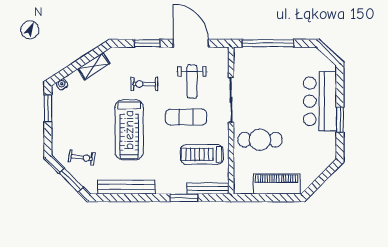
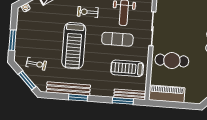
window: (48, 108) -> (12, 40), moved
piano: (277, 184) -> (167, 94), moved
window: (140, 198) -> (78, 98), added
window: (184, 198) -> (123, 101), moved

